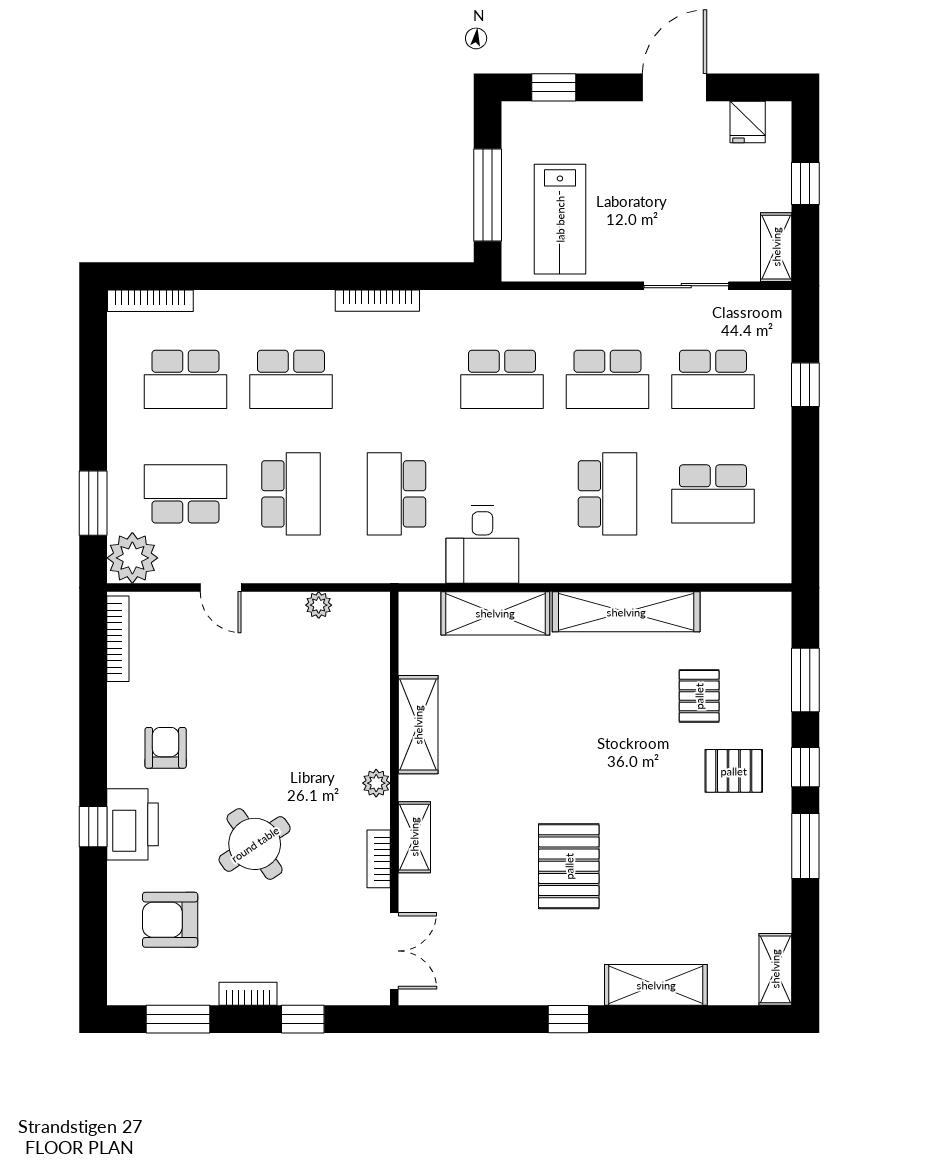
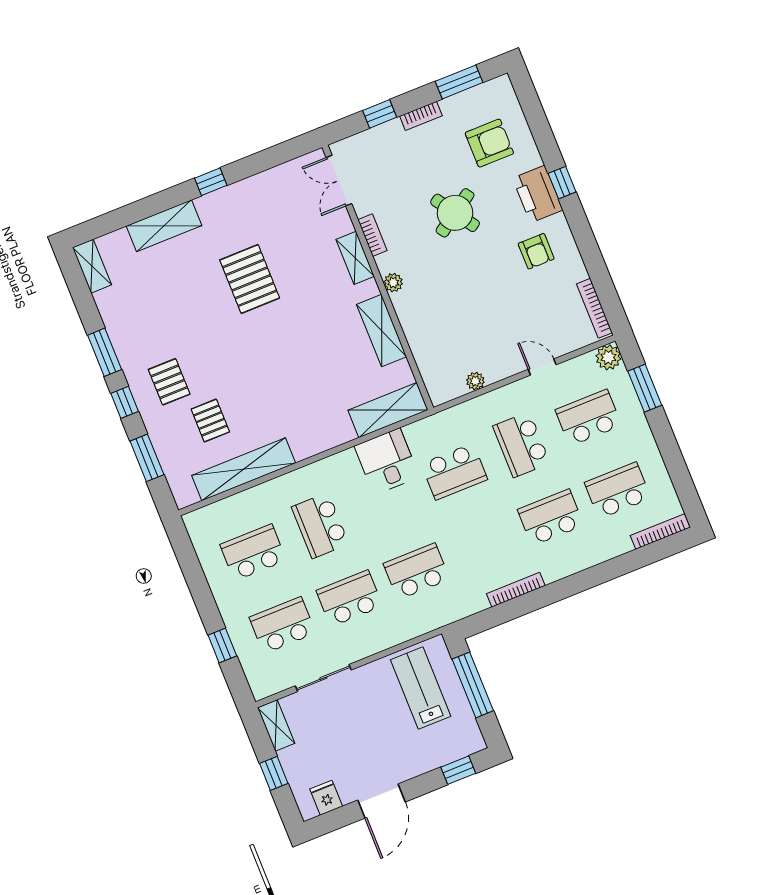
school desk: (185, 494) -> (588, 418), turned 180
school desk: (396, 494) -> (454, 472), turned 90
plant: (132, 558) -> (608, 357), width x0.73, depth x0.73
shelving: (626, 612) -> (244, 469), moved
shelving: (495, 613) -> (388, 410), moved
pallet: (734, 771) -> (169, 382), turned 90

